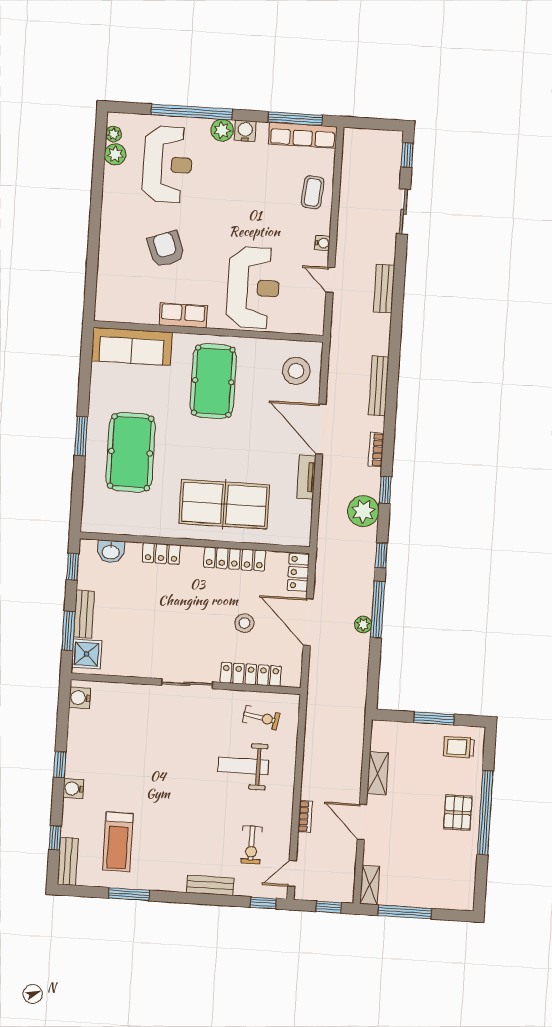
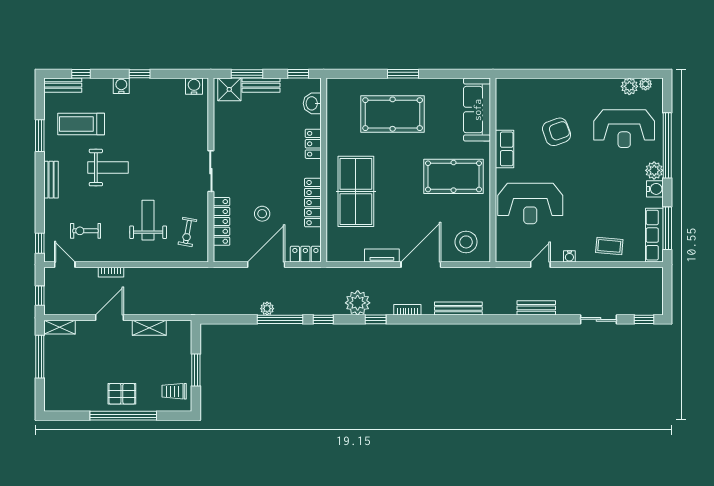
trolley: (459, 747) -> (174, 391), turned -90
weight bench: (174, 812) -> (108, 168), added
bench: (210, 885) -> (51, 180), moved

